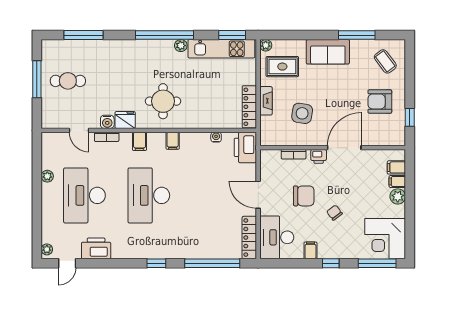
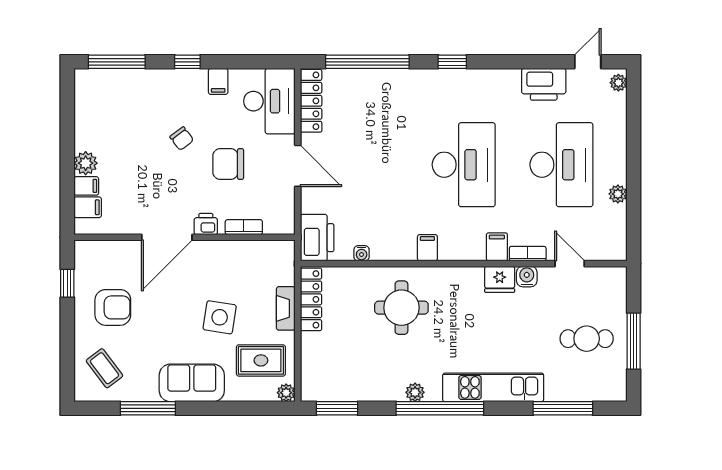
kitchen unit: (221, 49) -> (493, 387), moved
round table: (163, 101) -> (401, 308), moved
side table: (302, 113) -> (220, 317), moved
filing cabinet: (140, 141) -> (497, 247), moved
corner desk: (385, 239) -> (105, 99), removed

